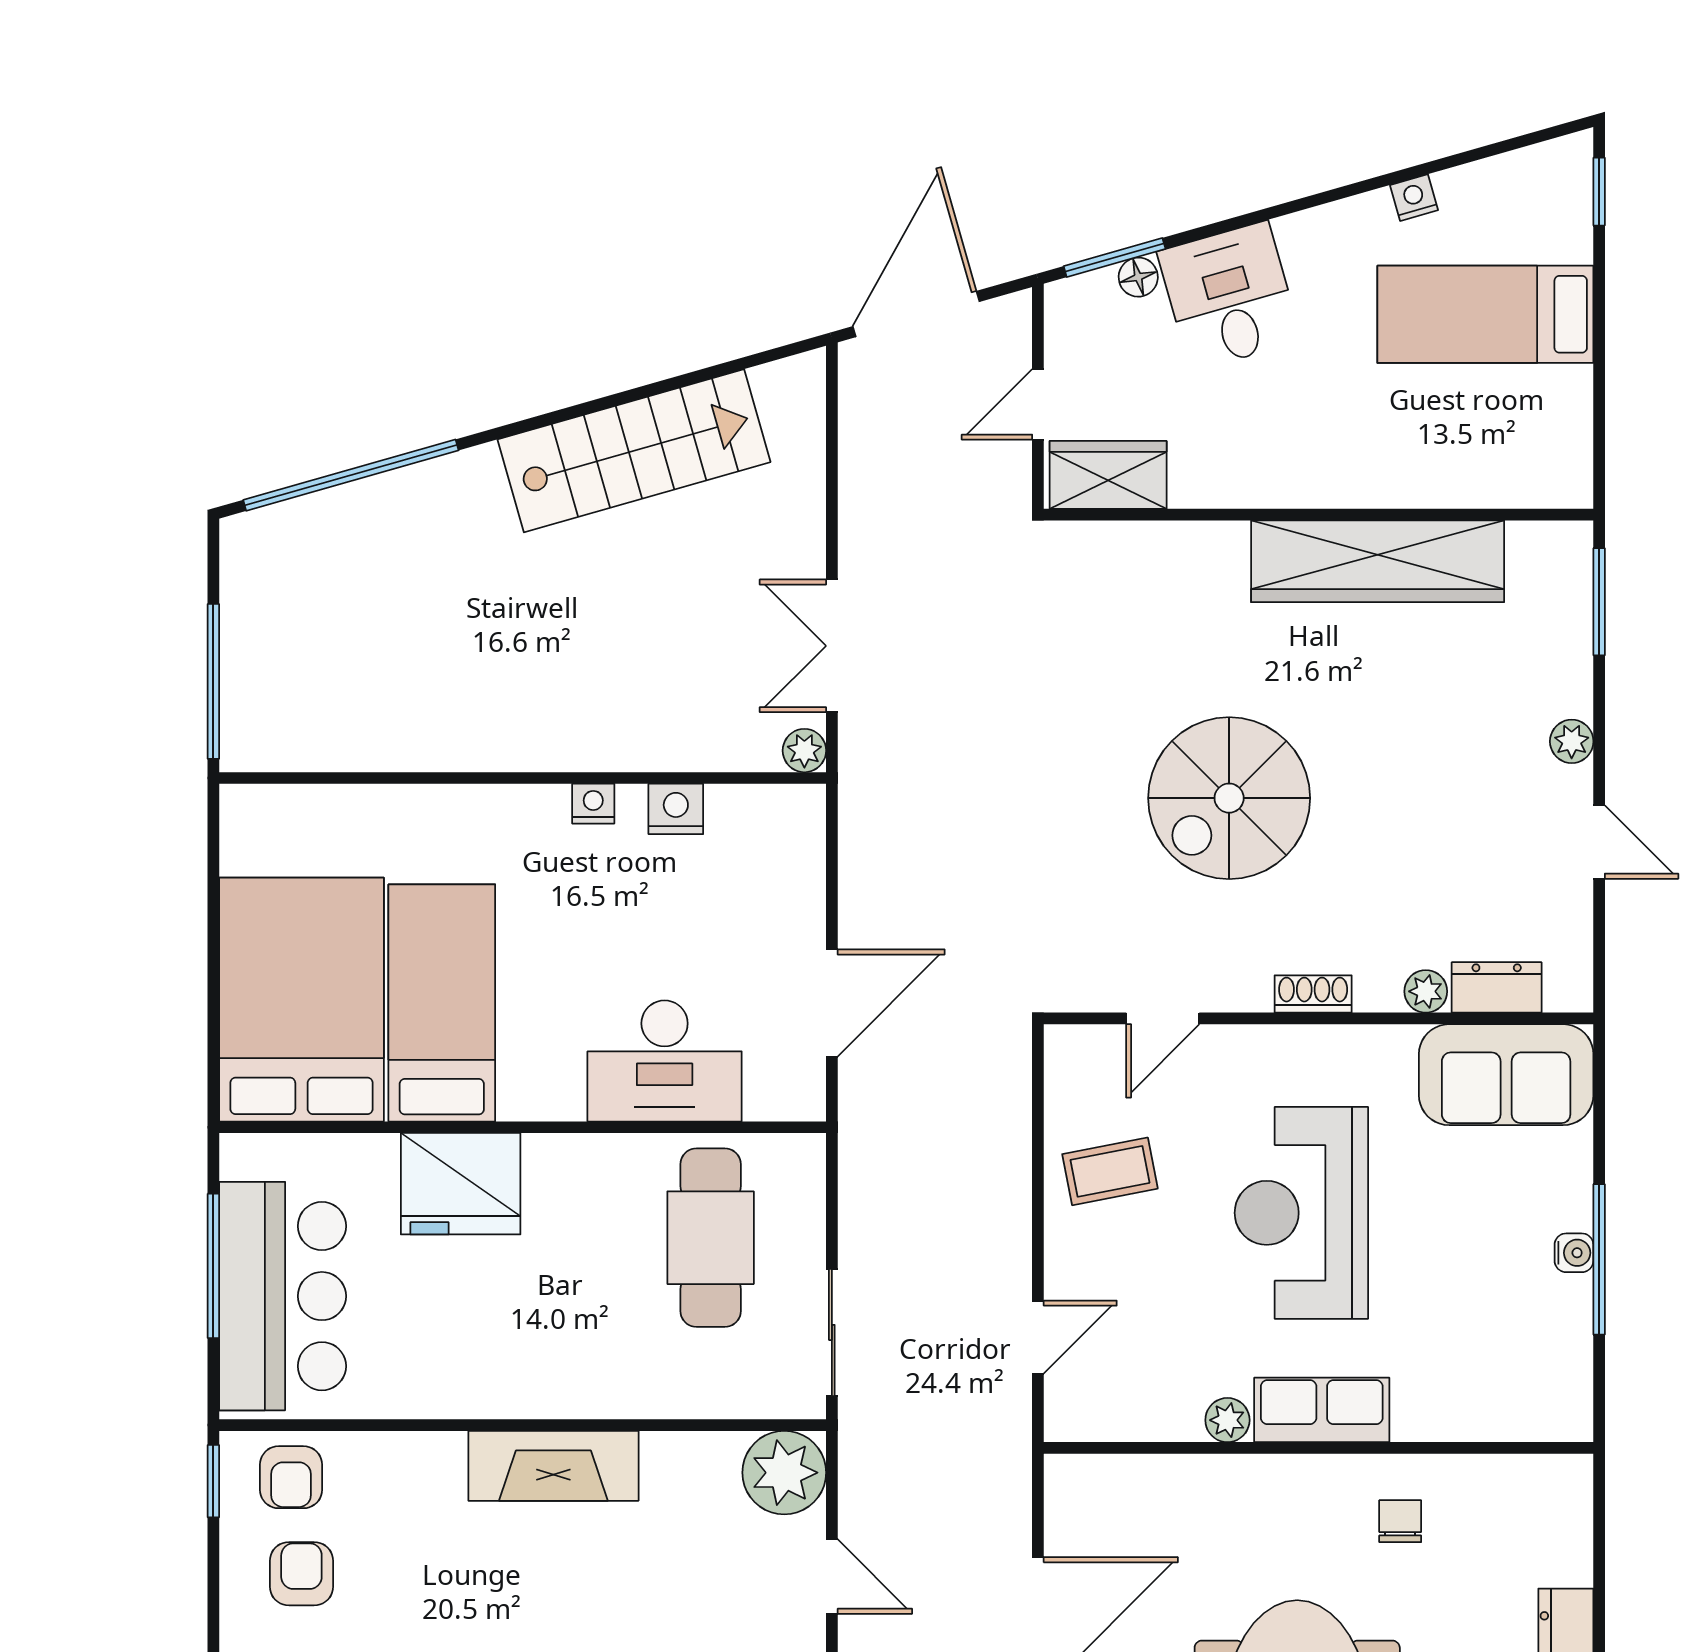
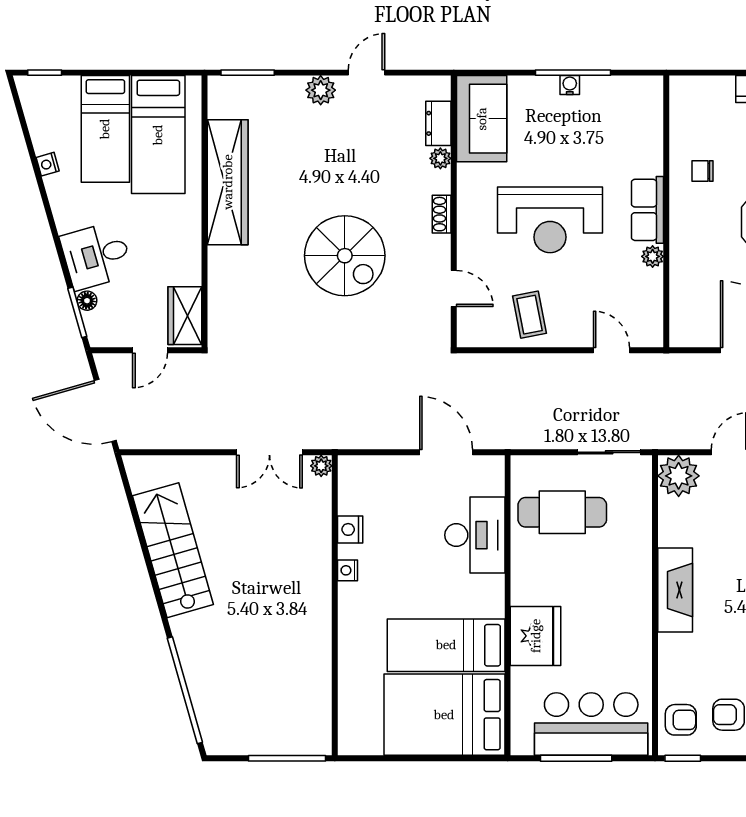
door: (1038, 404) -> (150, 350), hinge flipped
bed: (1474, 421) -> (158, 135), added
plant: (1572, 741) -> (321, 90), width x1.38, depth x1.38

